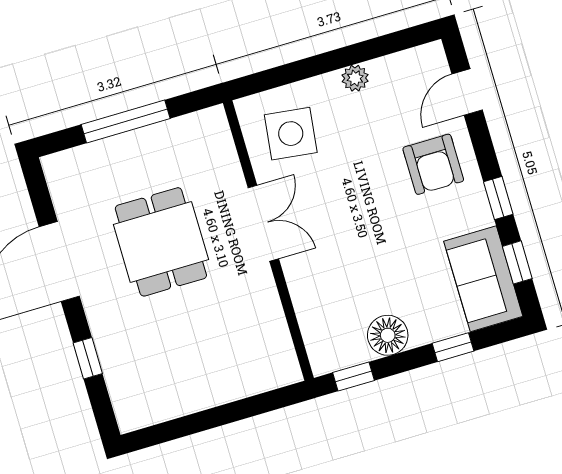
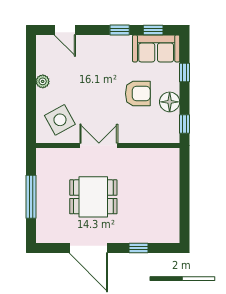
side table: (291, 134) -> (60, 120), turned -36
armchair: (433, 164) -> (138, 94), moved

